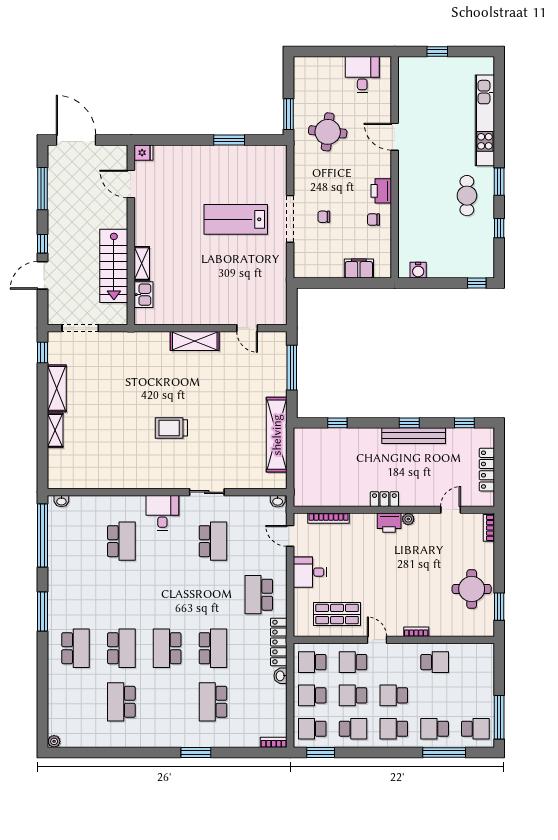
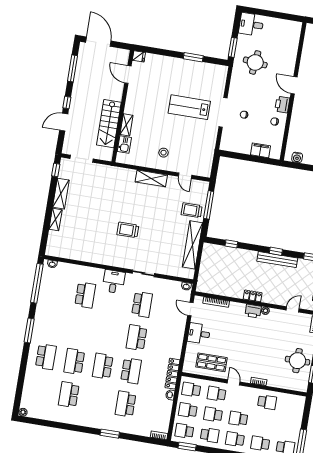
desk: (362, 75) -> (251, 24), moved, turned -90
door: (395, 137) -> (294, 85), moved
stool: (207, 297) -> (164, 153), added
trolley: (266, 381) -> (192, 210), added
school desk: (259, 595) -> (137, 338), moved
school desk: (121, 648) -> (74, 361), turned 180

